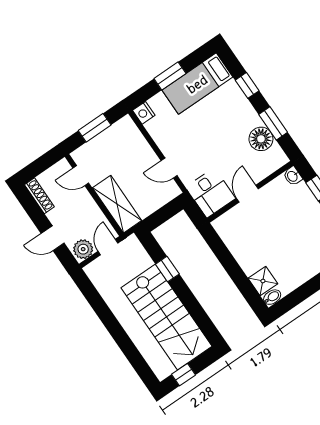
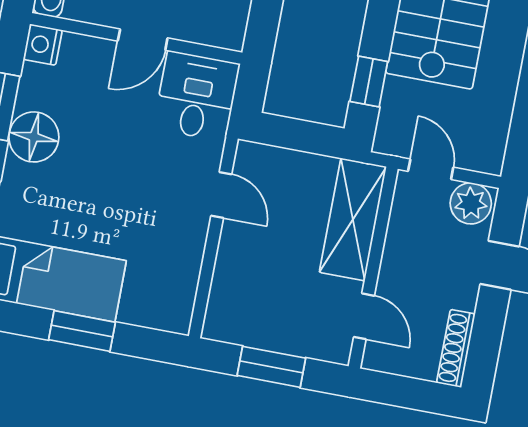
nightstand: (144, 113) -> (43, 45), moved, turned 180
floor lamp: (261, 139) -> (34, 137), moved
door: (108, 247) -> (431, 169), swing flipped
window: (167, 269) -> (369, 82), moved

